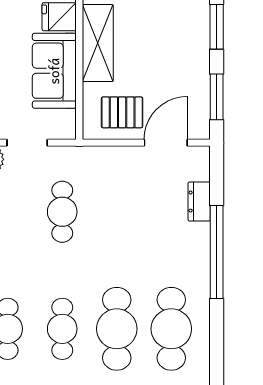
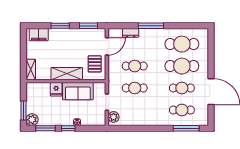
door: (166, 143) -> (107, 46), swing flipped
cafe table: (117, 212) -> (135, 66), added
window: (217, 252) -> (151, 26), width x0.68

